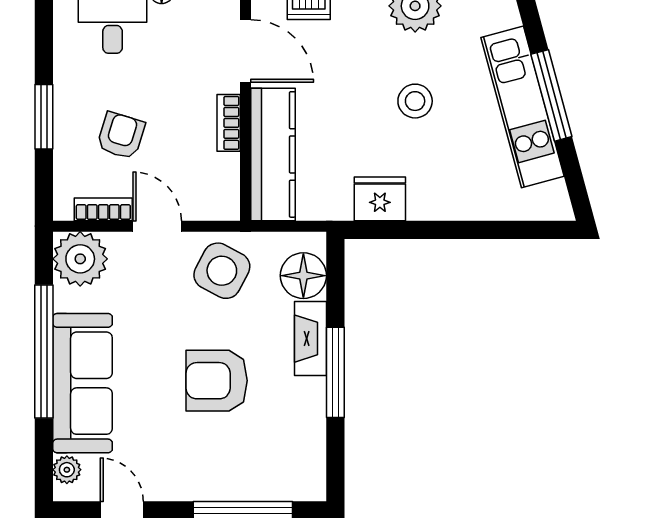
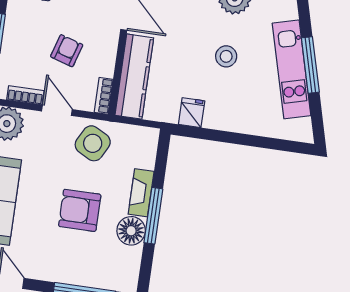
bookcase: (229, 123) -> (104, 96), moved
armchair: (121, 136) -> (67, 51), moved
fridge: (380, 199) -> (192, 113), width x0.72
floor lamp: (303, 276) -> (131, 231), moved

